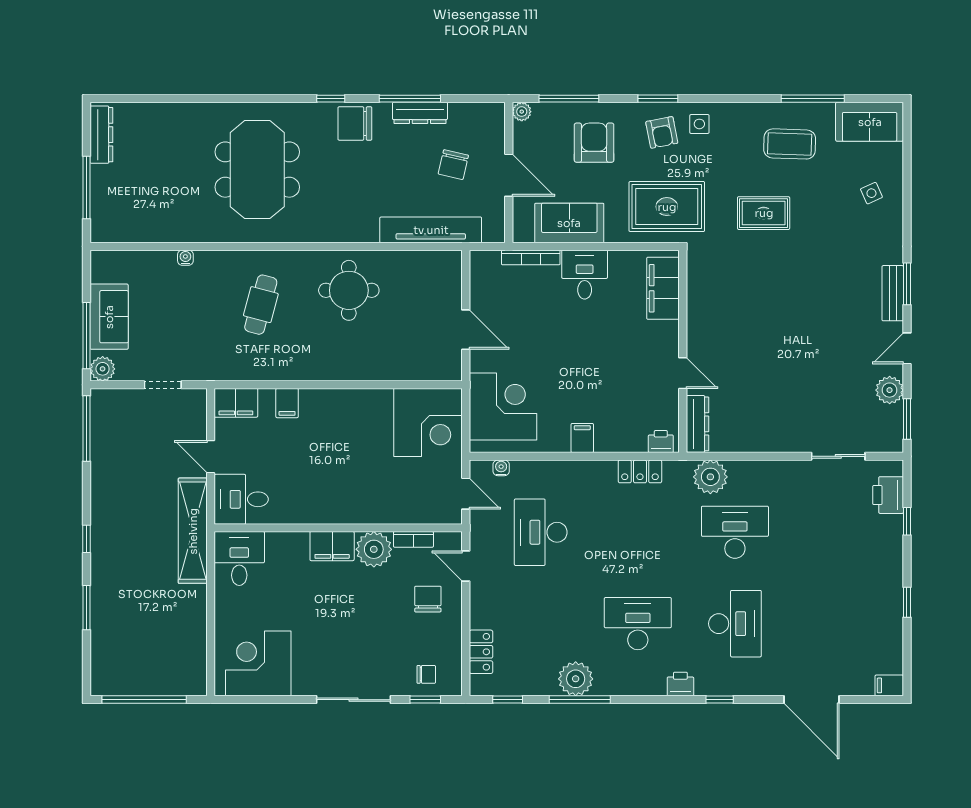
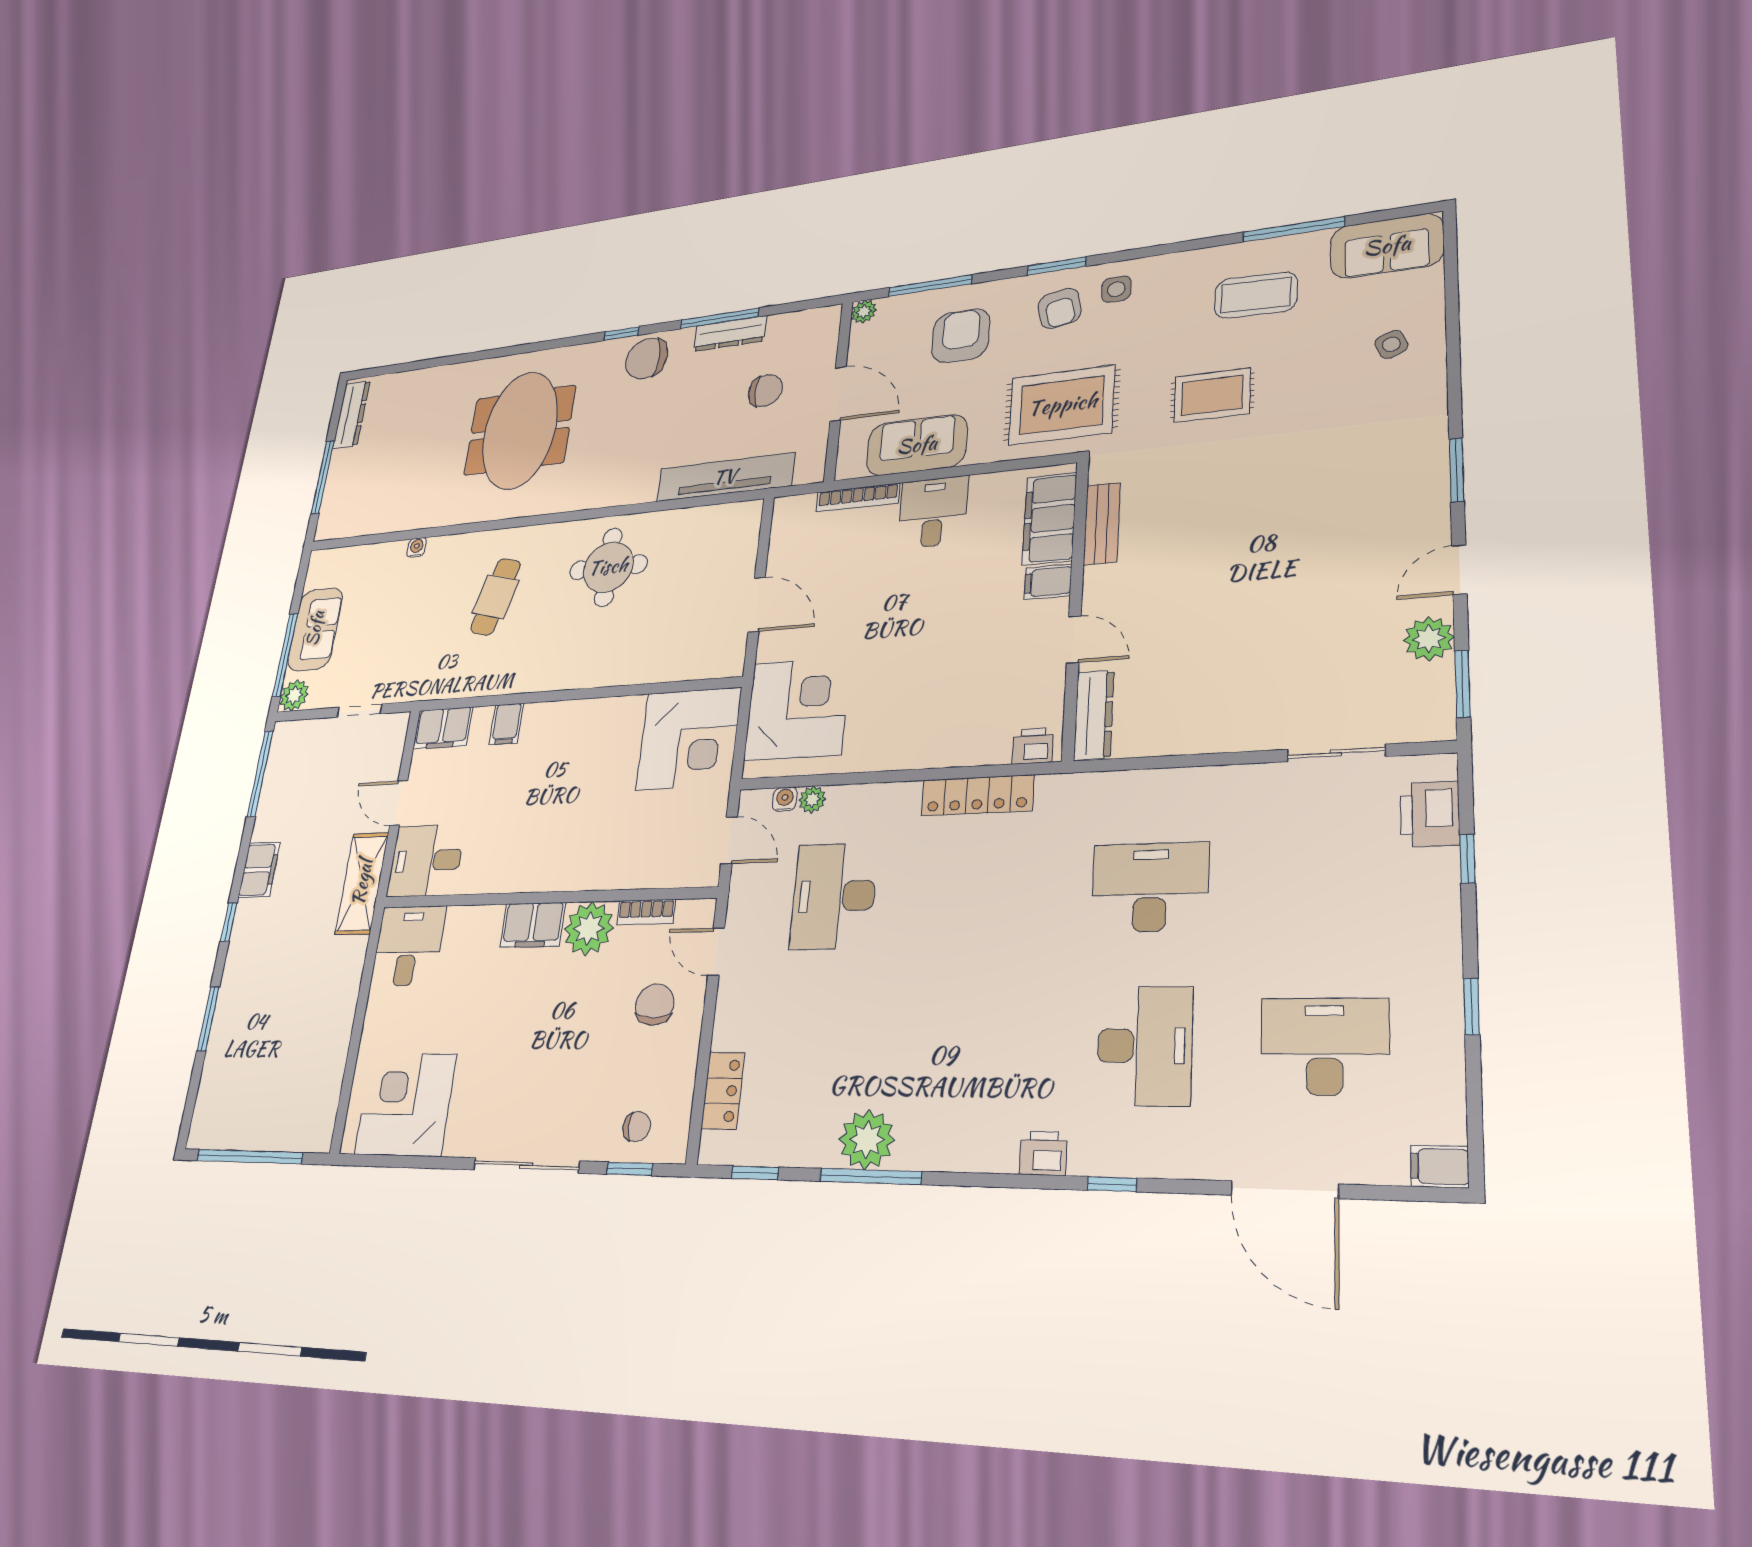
chair: (453, 165) -> (765, 391), turned -103
bench: (893, 293) -> (1102, 524), moved
filing cabinet: (582, 438) -> (1048, 582), moved, turned -90
locker: (640, 471) -> (977, 795), width x1.53
plant: (710, 477) -> (812, 799), moved, width x0.53, depth x0.53
filing cabinet: (104, 501) -> (259, 870), added
shelving: (193, 531) -> (362, 883), width x0.68
desk: (638, 624) -> (1325, 1046), moved

